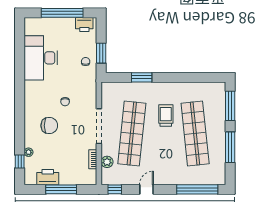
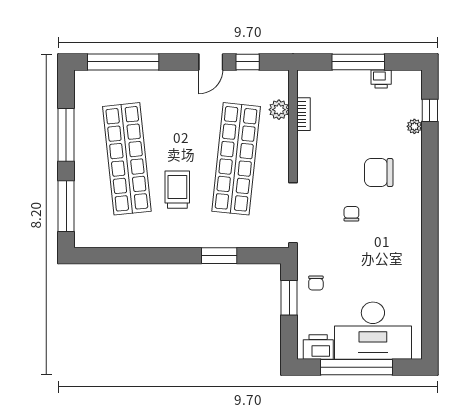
desk: (41, 58) -> (373, 331), moved, turned 90
trolley: (166, 116) -> (177, 190), turned 180
doorway: (99, 126) -> (293, 213), moved
printer: (48, 177) -> (381, 79), width x0.53, depth x0.68
window: (115, 189) -> (248, 62), moved

